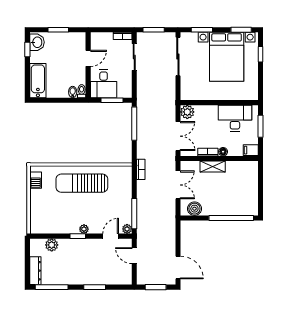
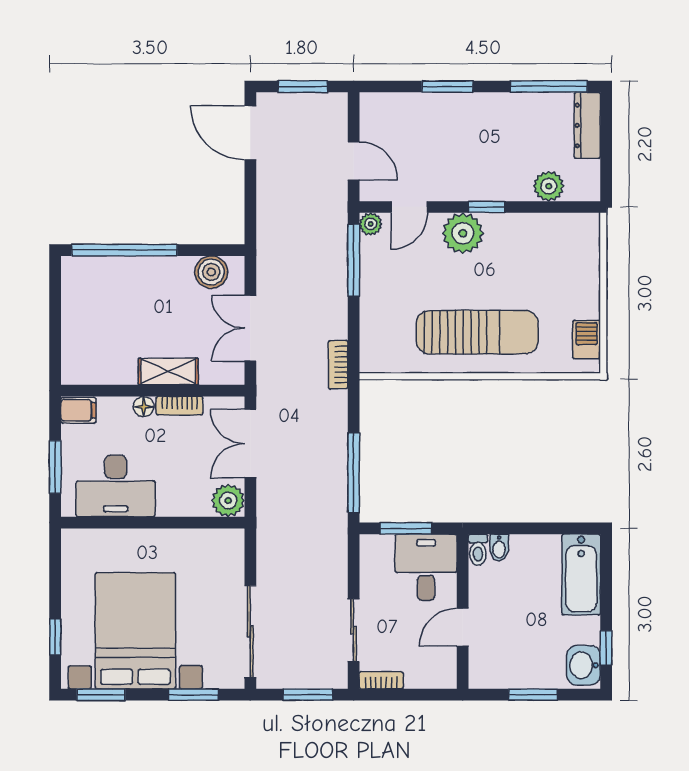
plant: (84, 229) -> (463, 233), width x1.88, depth x1.88

